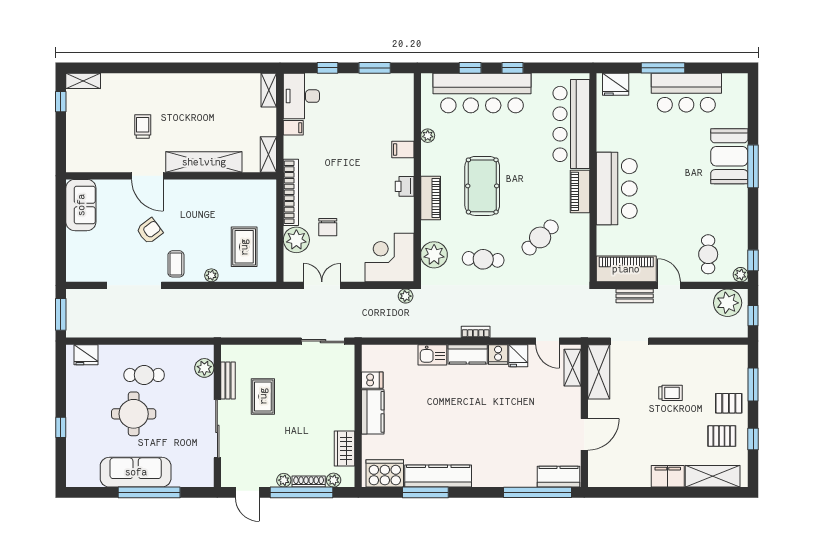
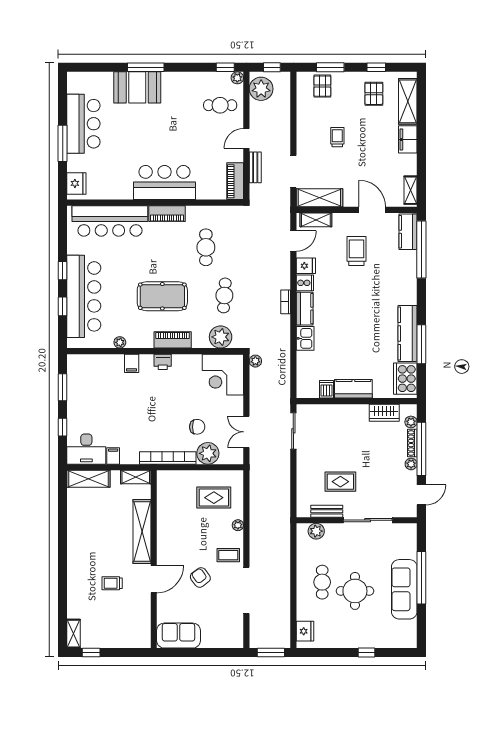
shelving: (269, 90) -> (88, 479), width x1.50, depth x1.33
cafe table: (540, 237) -> (206, 247), turned 44
piano: (626, 269) -> (235, 181), width x0.73, depth x0.75
pallet: (729, 403) -> (322, 86), moved
trolley: (536, 416) -> (356, 251), added
shelving: (608, 480) -> (411, 190), added

